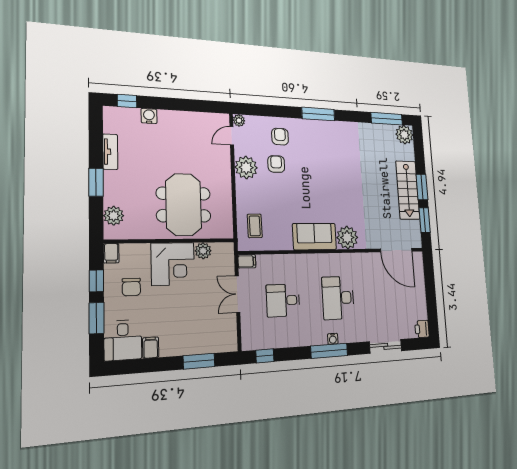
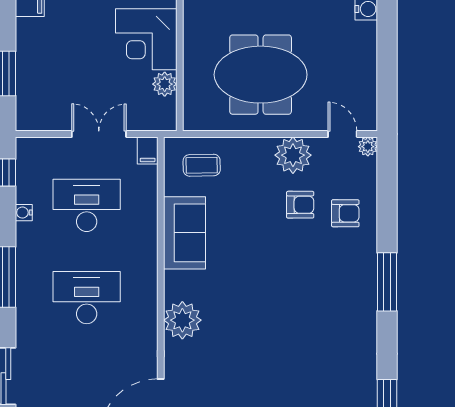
meeting table: (184, 205) -> (261, 75), moved
sofa: (315, 237) -> (184, 233), moved
desk: (283, 300) -> (87, 205), width x1.37
water cooler: (333, 339) -> (24, 213), moved

